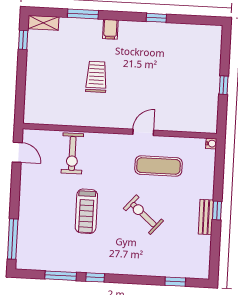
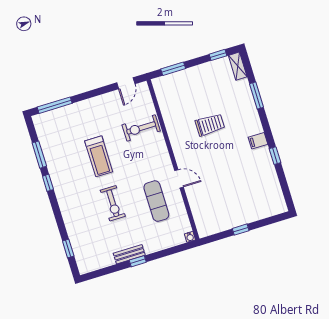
filing cabinet: (110, 29) -> (258, 141), moved
window: (20, 95) -> (173, 69), added
treadmill: (86, 211) -> (99, 156), turned -90
exercise bike: (143, 215) -> (113, 203), turned 139

